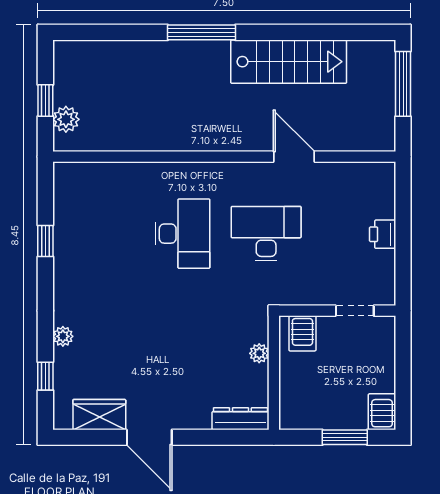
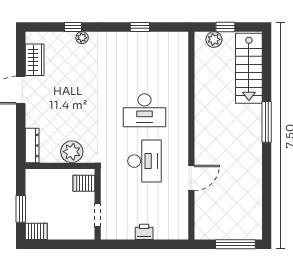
stairs: (289, 62) -> (249, 68), moved
plant: (259, 353) -> (72, 152), width x1.87, depth x1.87
window: (45, 376) -> (73, 27), moved

